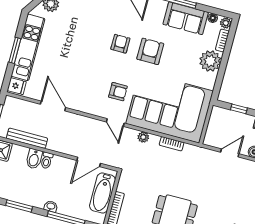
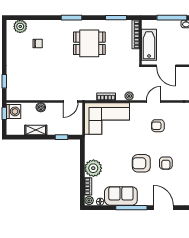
armchair: (150, 51) -> (141, 163), turned 90
corner sofa: (170, 107) -> (107, 118), width x0.73, depth x0.74
door: (115, 123) -> (154, 101), hinge flipped
door: (230, 153) -> (70, 101), moved
door: (89, 162) -> (166, 66), swing flipped

